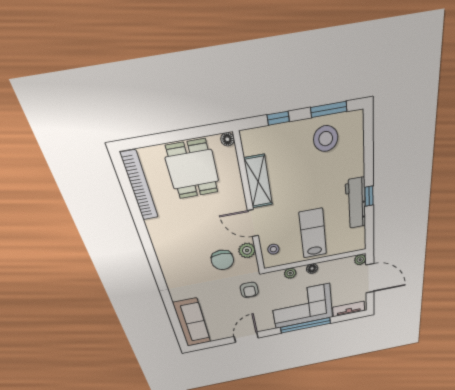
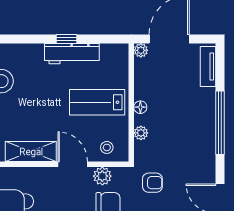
door: (253, 223) -> (73, 164), swing flipped
corner sofa: (302, 306) -> (190, 124), removed

